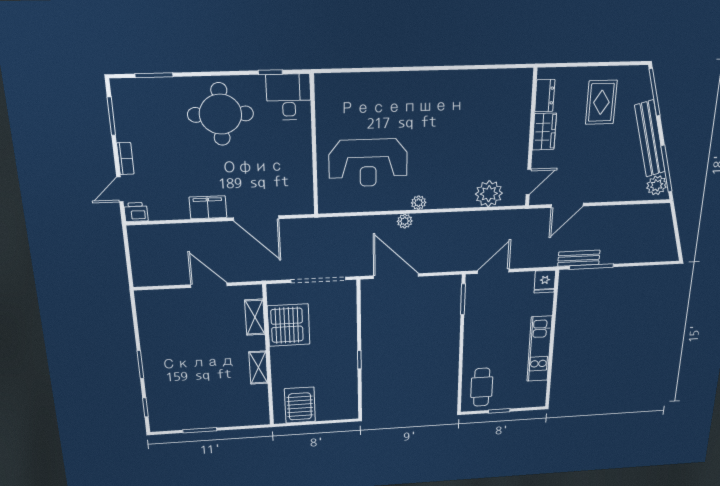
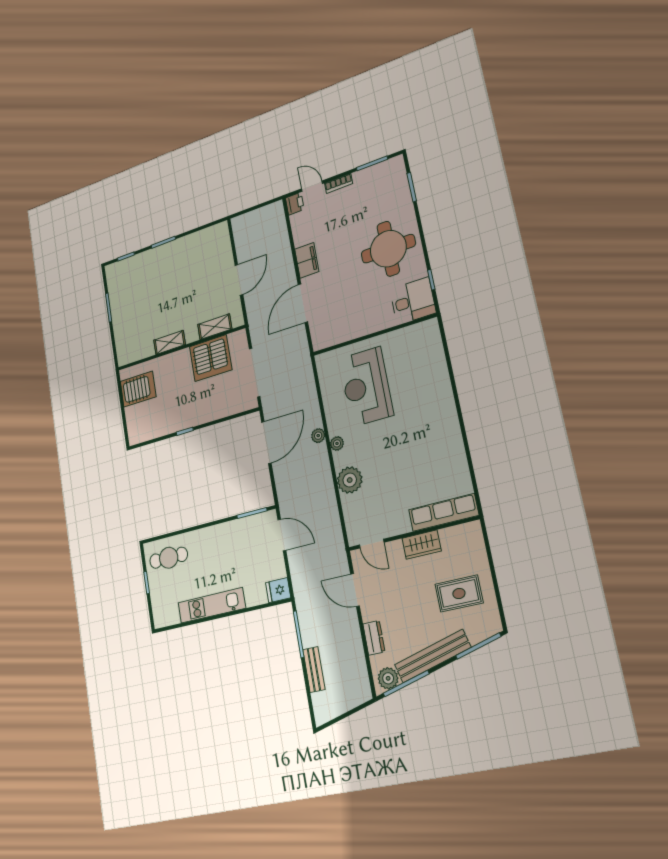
dresser: (545, 96) -> (374, 638), moved, turned -90
row of seats: (520, 104) -> (444, 512), added
plant: (489, 194) -> (350, 480), moved
bench: (579, 258) -> (314, 670), moved

